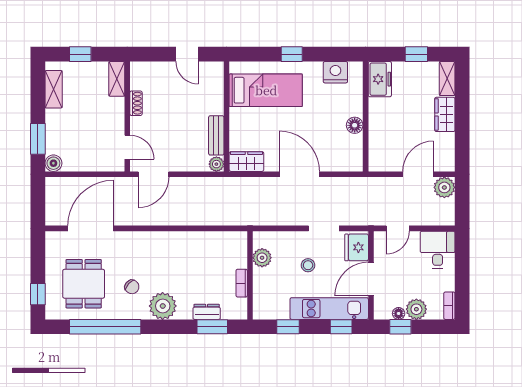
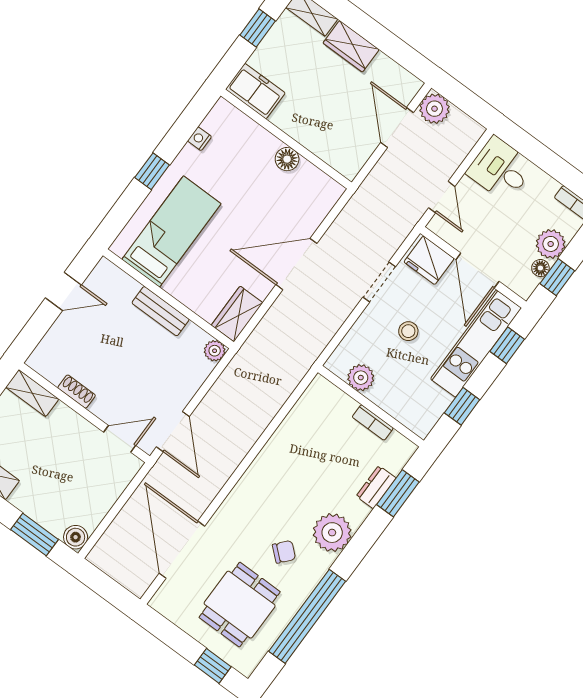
nightstand: (335, 72) -> (200, 139), width x0.53, depth x0.56
bench: (216, 135) -> (161, 311), moved
dining table: (84, 284) -> (240, 605), turned 90

